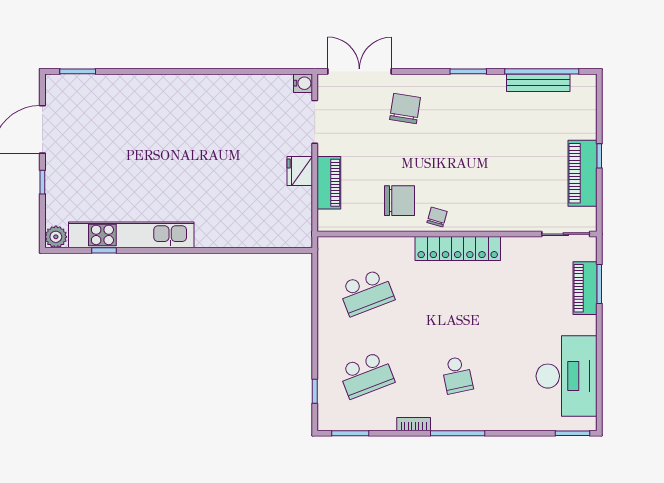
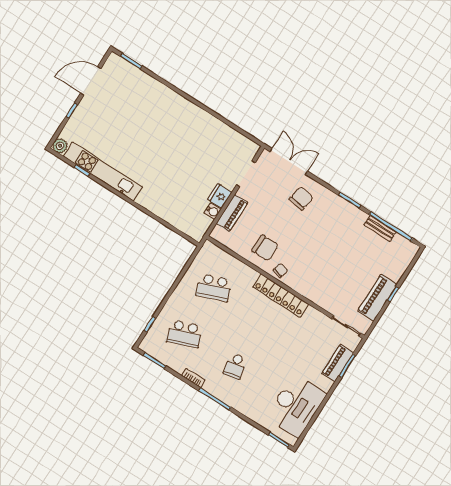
water cooler: (303, 83) -> (213, 211), moved
bench: (538, 83) -> (380, 228), width x0.73

